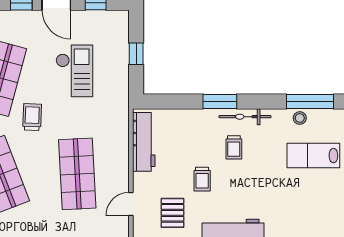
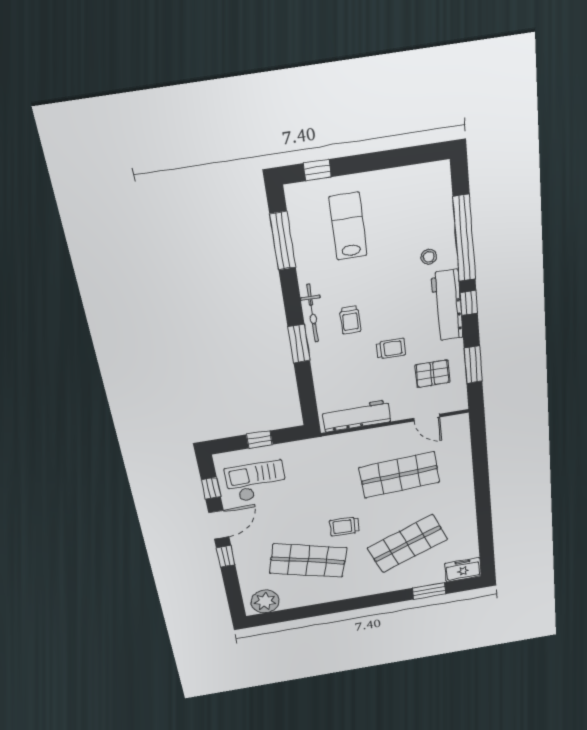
checkout: (74, 71) -> (256, 481), moved
stool: (300, 118) -> (429, 257), moved
trolley: (234, 147) -> (350, 320), turned 90
lab bench: (313, 156) -> (348, 226), turned 180

